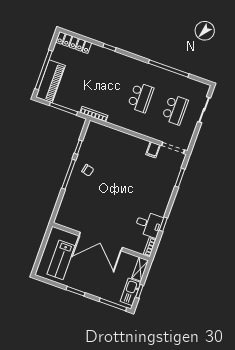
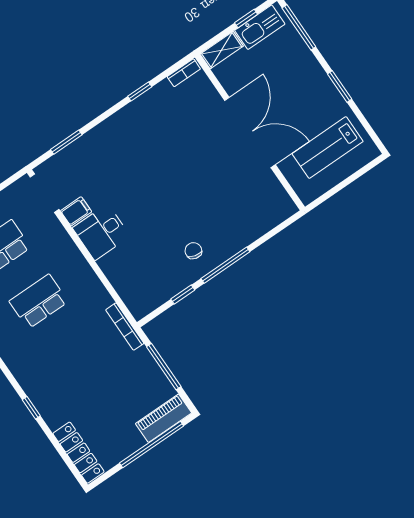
piano: (51, 81) -> (164, 418), width x0.73, depth x0.75
desk: (149, 224) -> (101, 232), moved, turned -90
lab bench: (61, 260) -> (328, 148), turned 180

